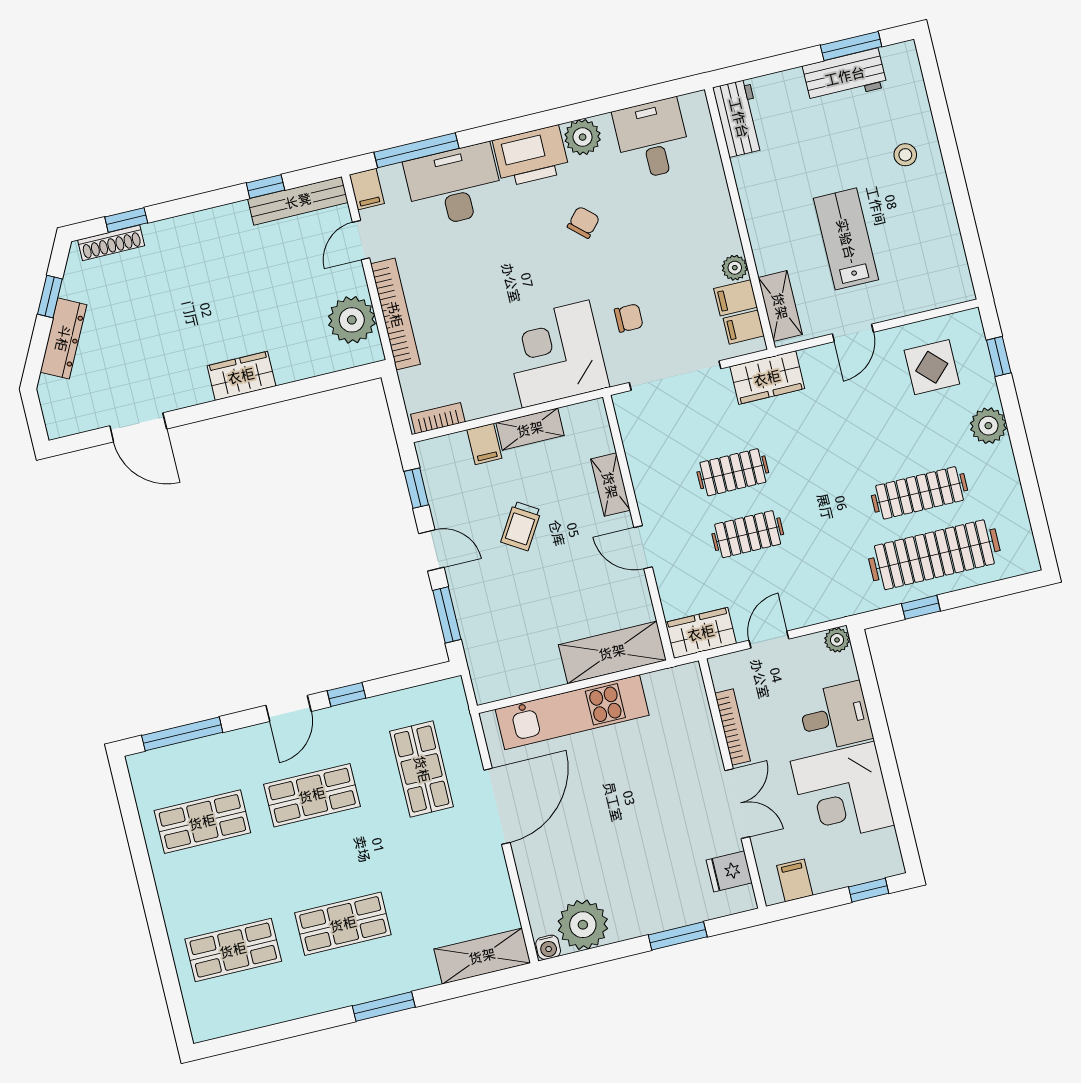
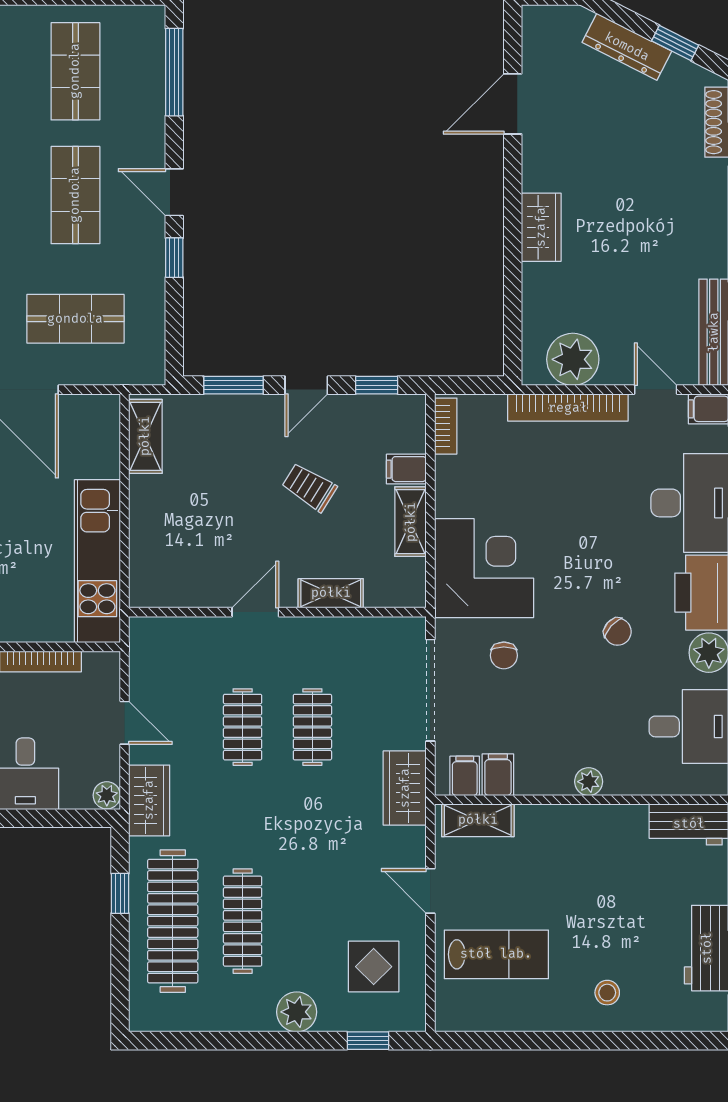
lab bench: (846, 239) -> (496, 954), moved
plant: (735, 268) -> (589, 782), moved
wardrobe: (701, 633) -> (149, 800), moved
shelving: (612, 652) -> (145, 436), moved, width x0.67, depth x0.75
kitchen unit: (572, 712) -> (97, 561), moved

